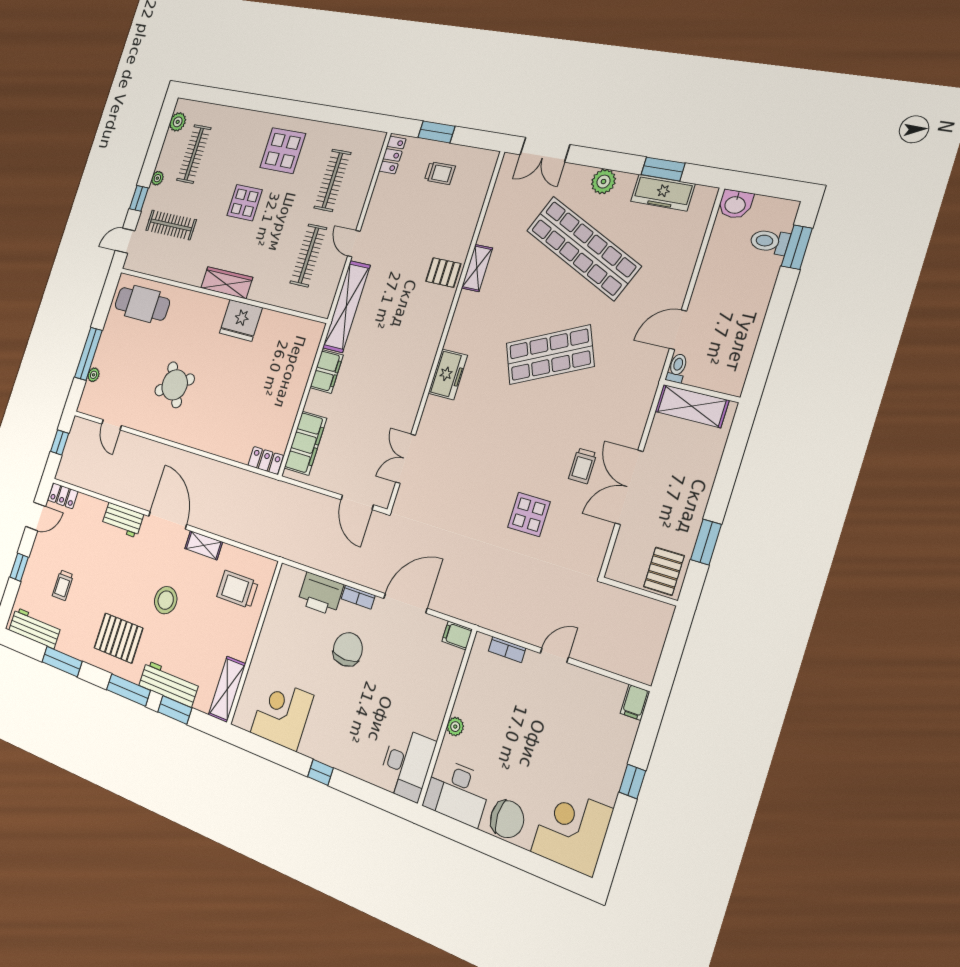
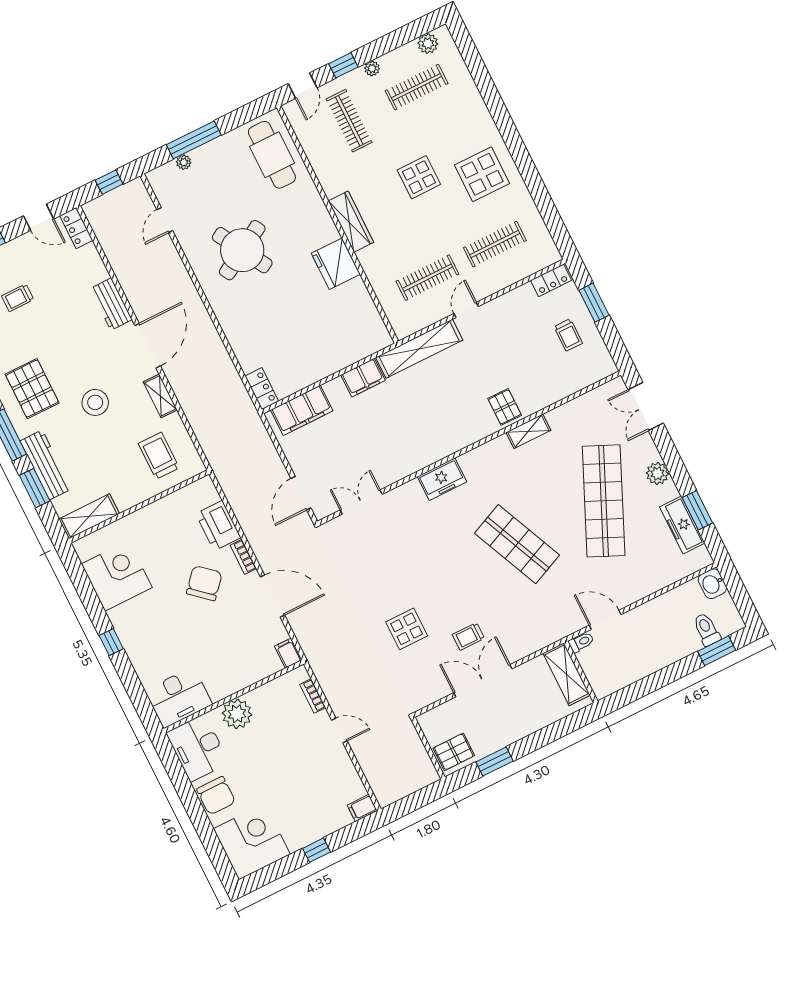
door: (125, 241) -> (303, 86), swing flipped
round table: (175, 385) -> (242, 250), width x1.36, depth x1.36
chair: (348, 649) -> (204, 583), turned -49
plant: (455, 727) -> (237, 714), width x1.88, depth x1.88

